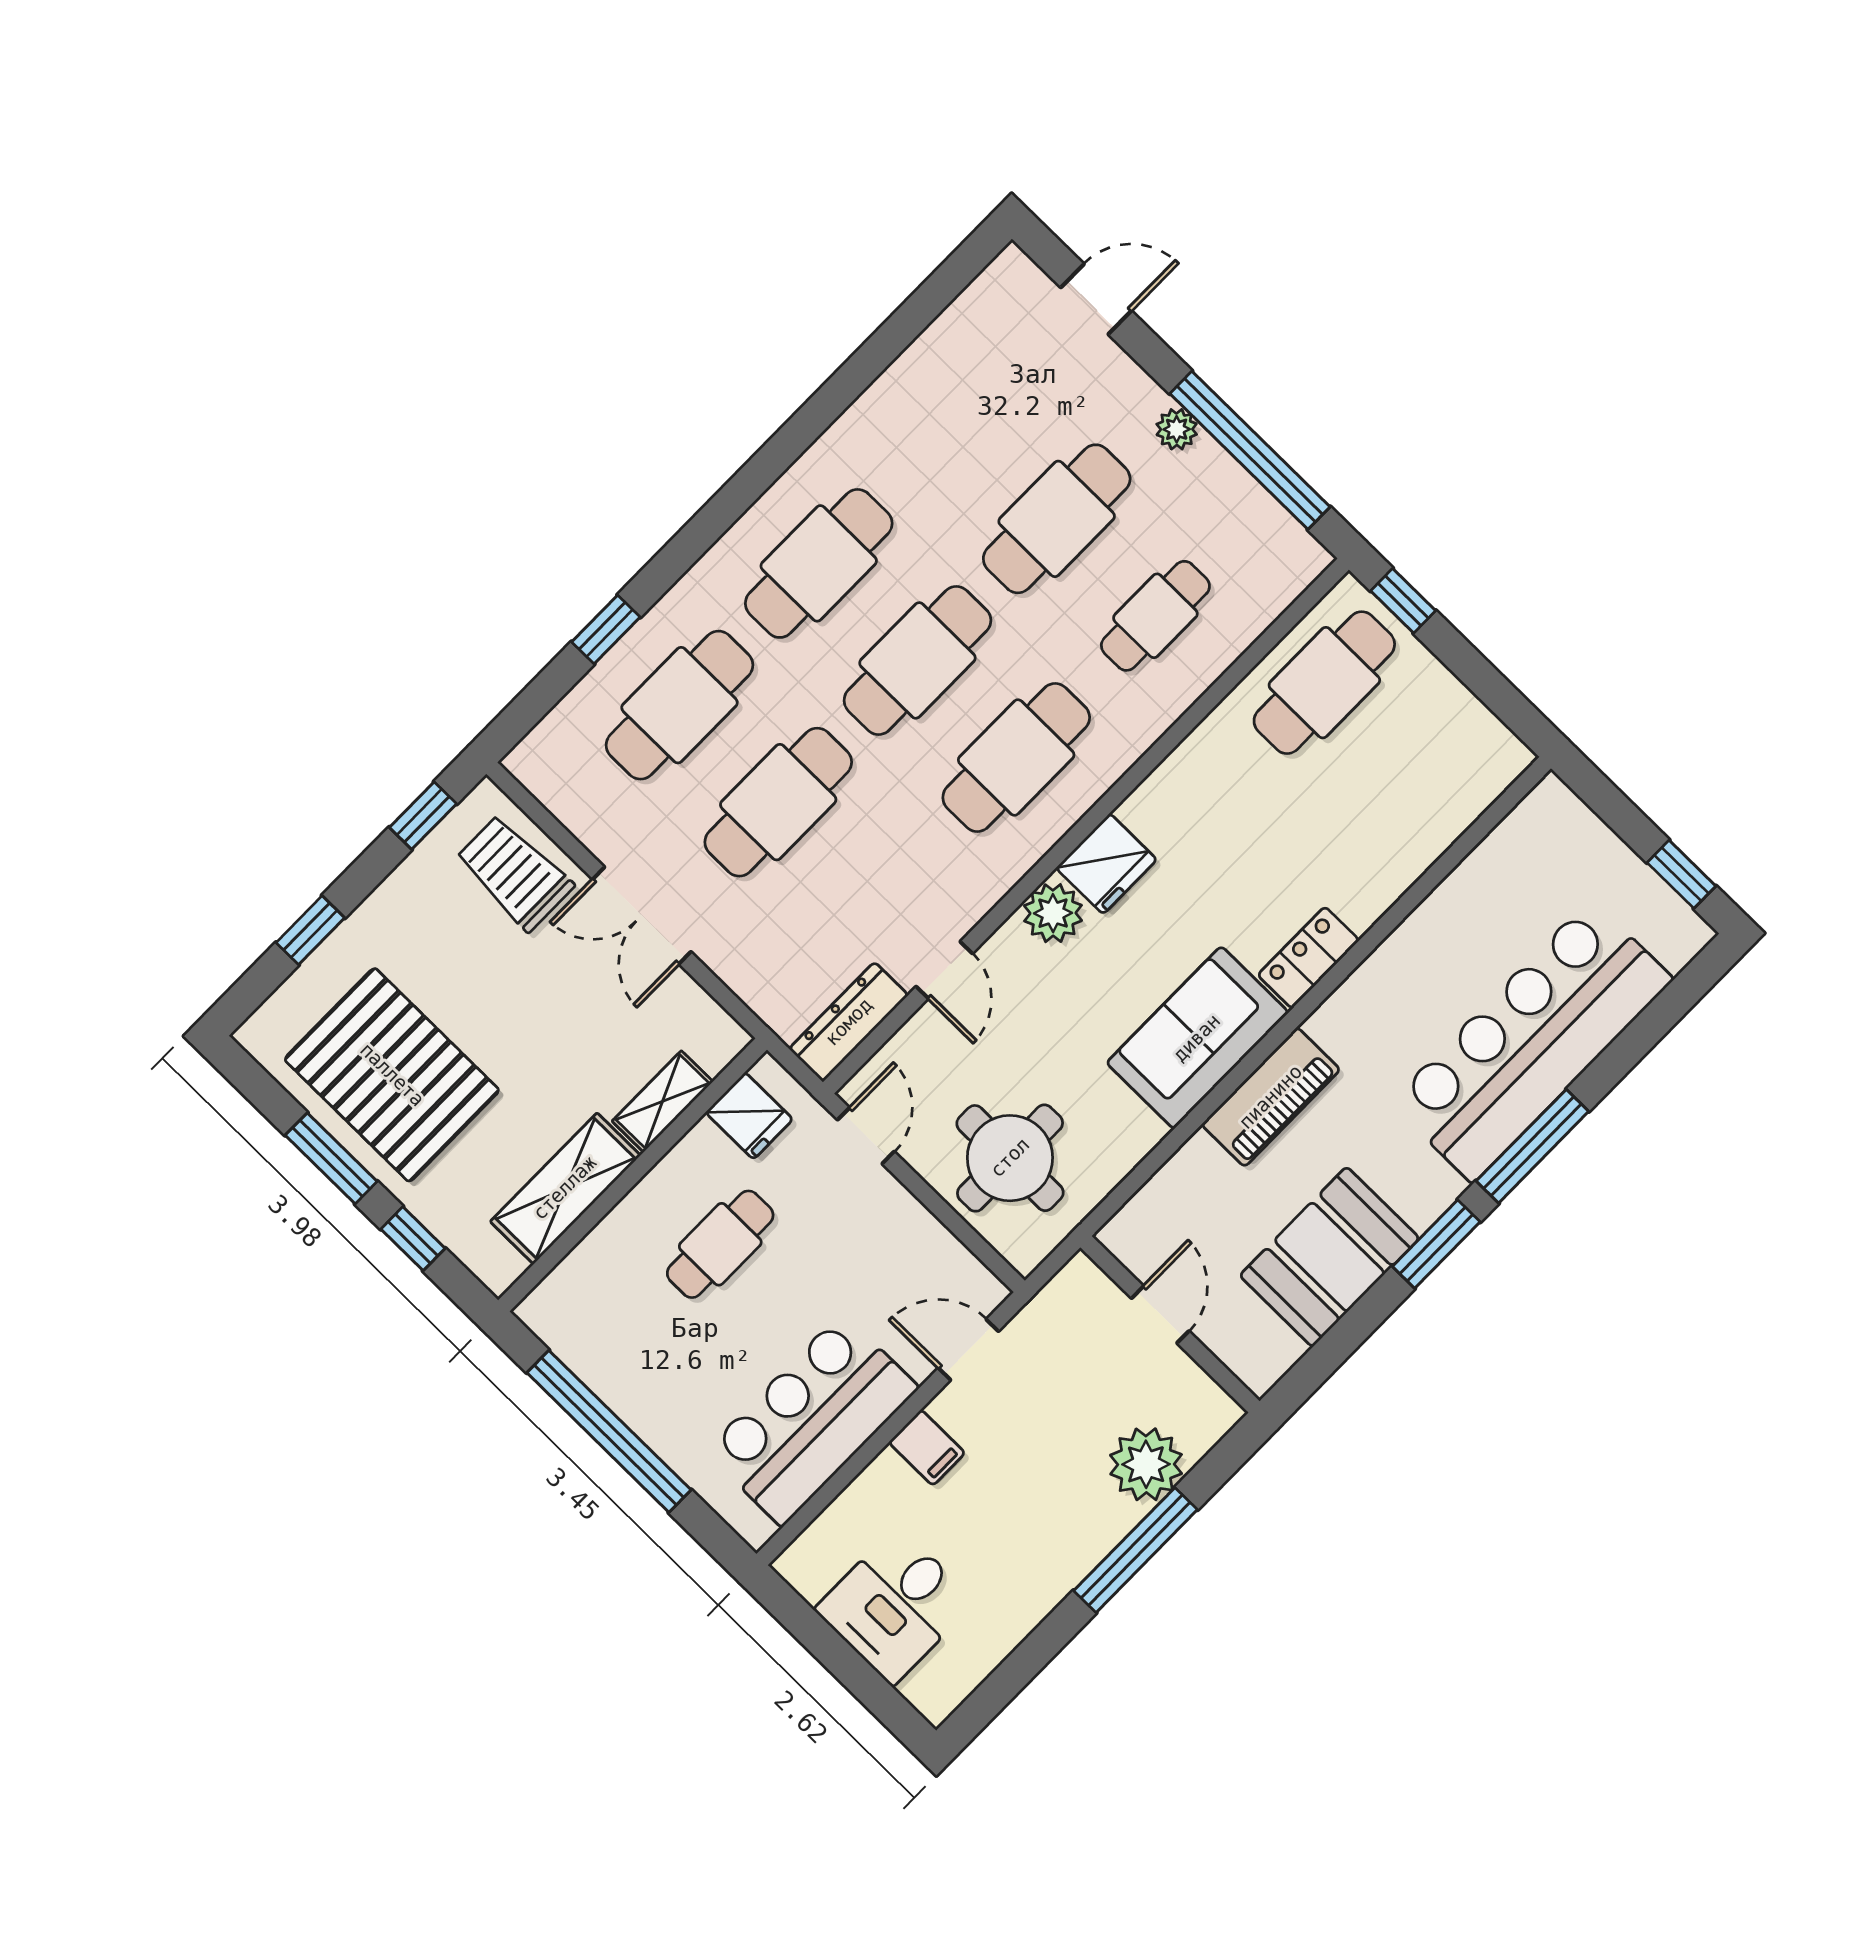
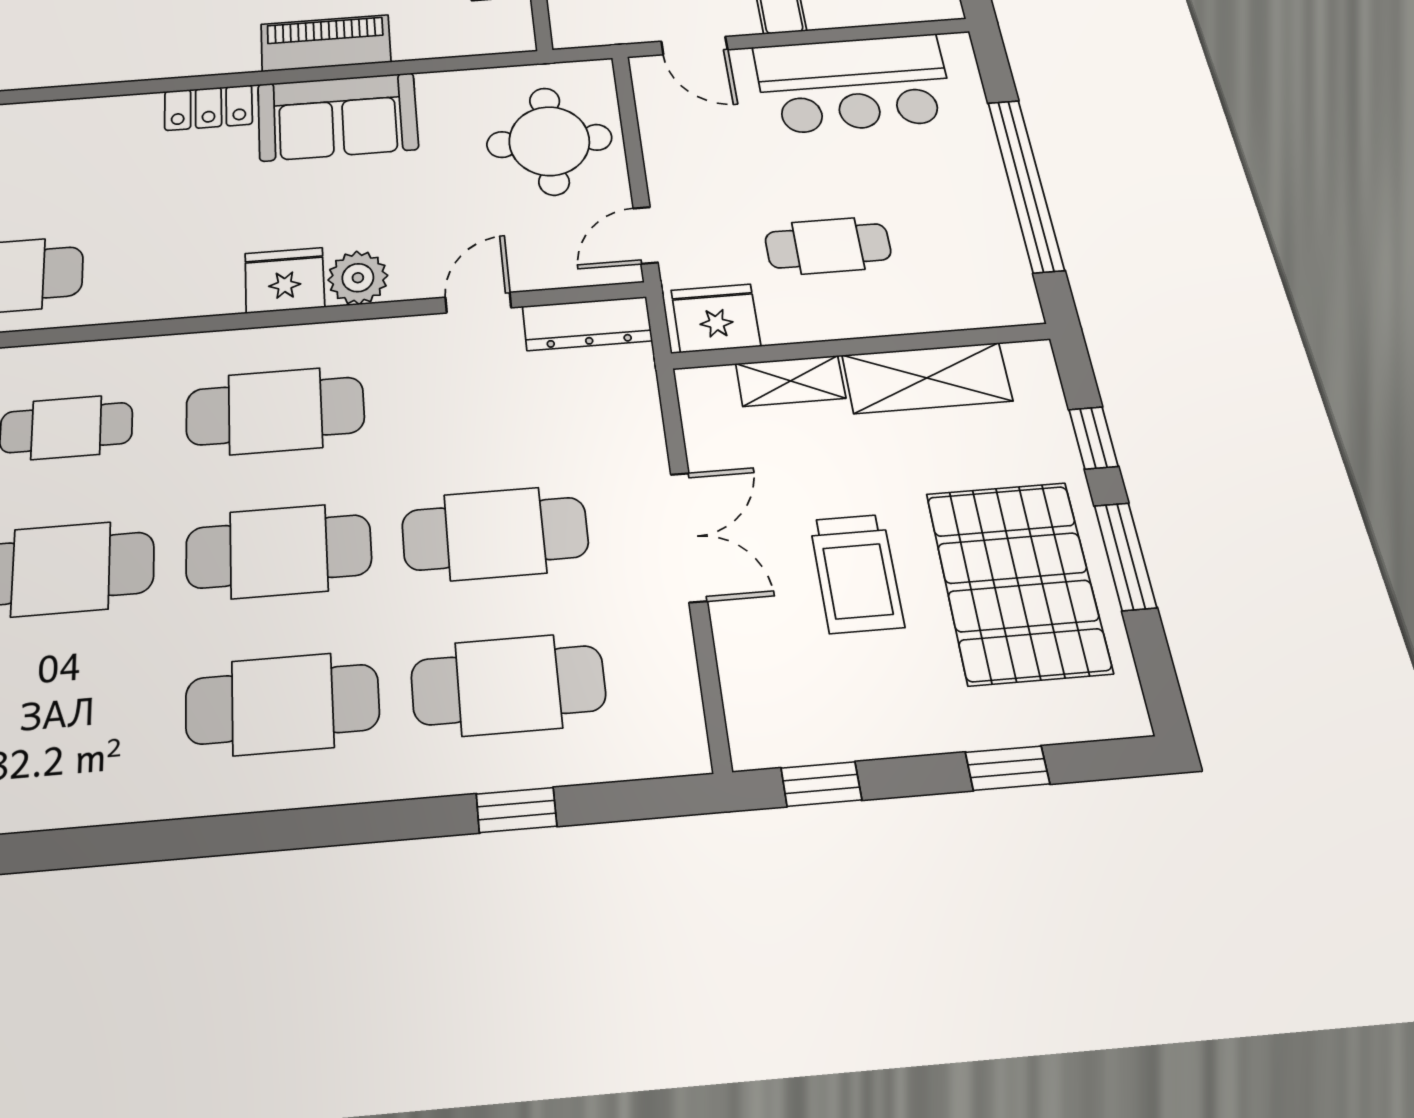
trolley: (515, 873) -> (856, 573), moved
fridge: (749, 1116) -> (716, 318), width x1.38

